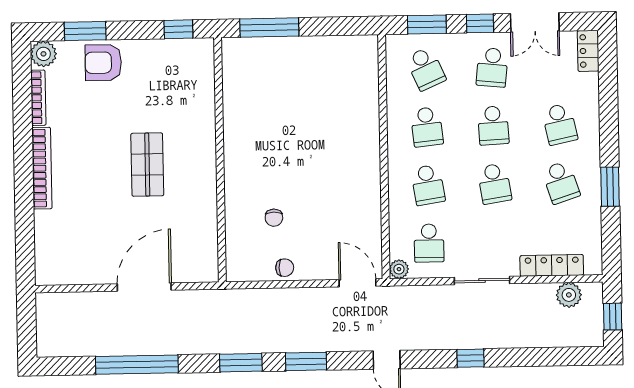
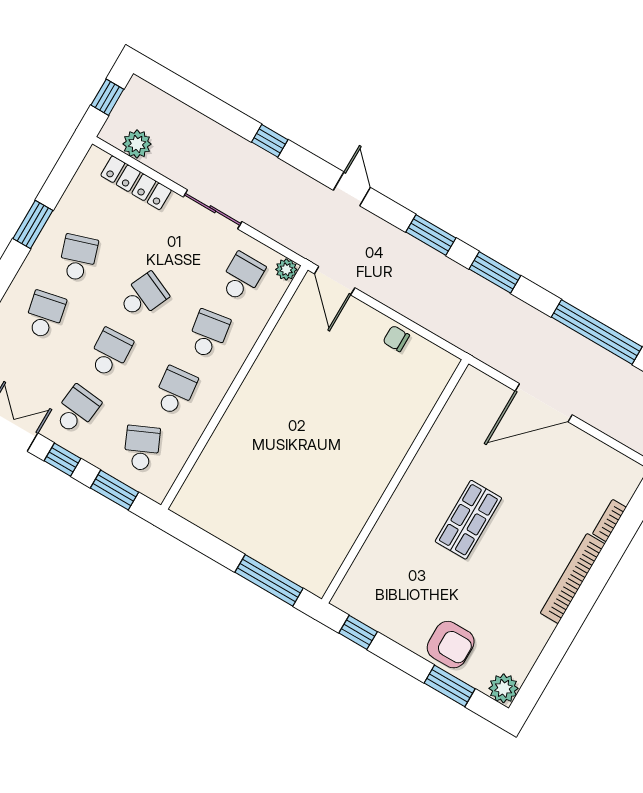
bookcase: (38, 98) -> (609, 521), moved, width x0.64
school desk: (494, 184) -> (143, 296), turned 33
chair: (274, 218) -> (377, 393), removed

